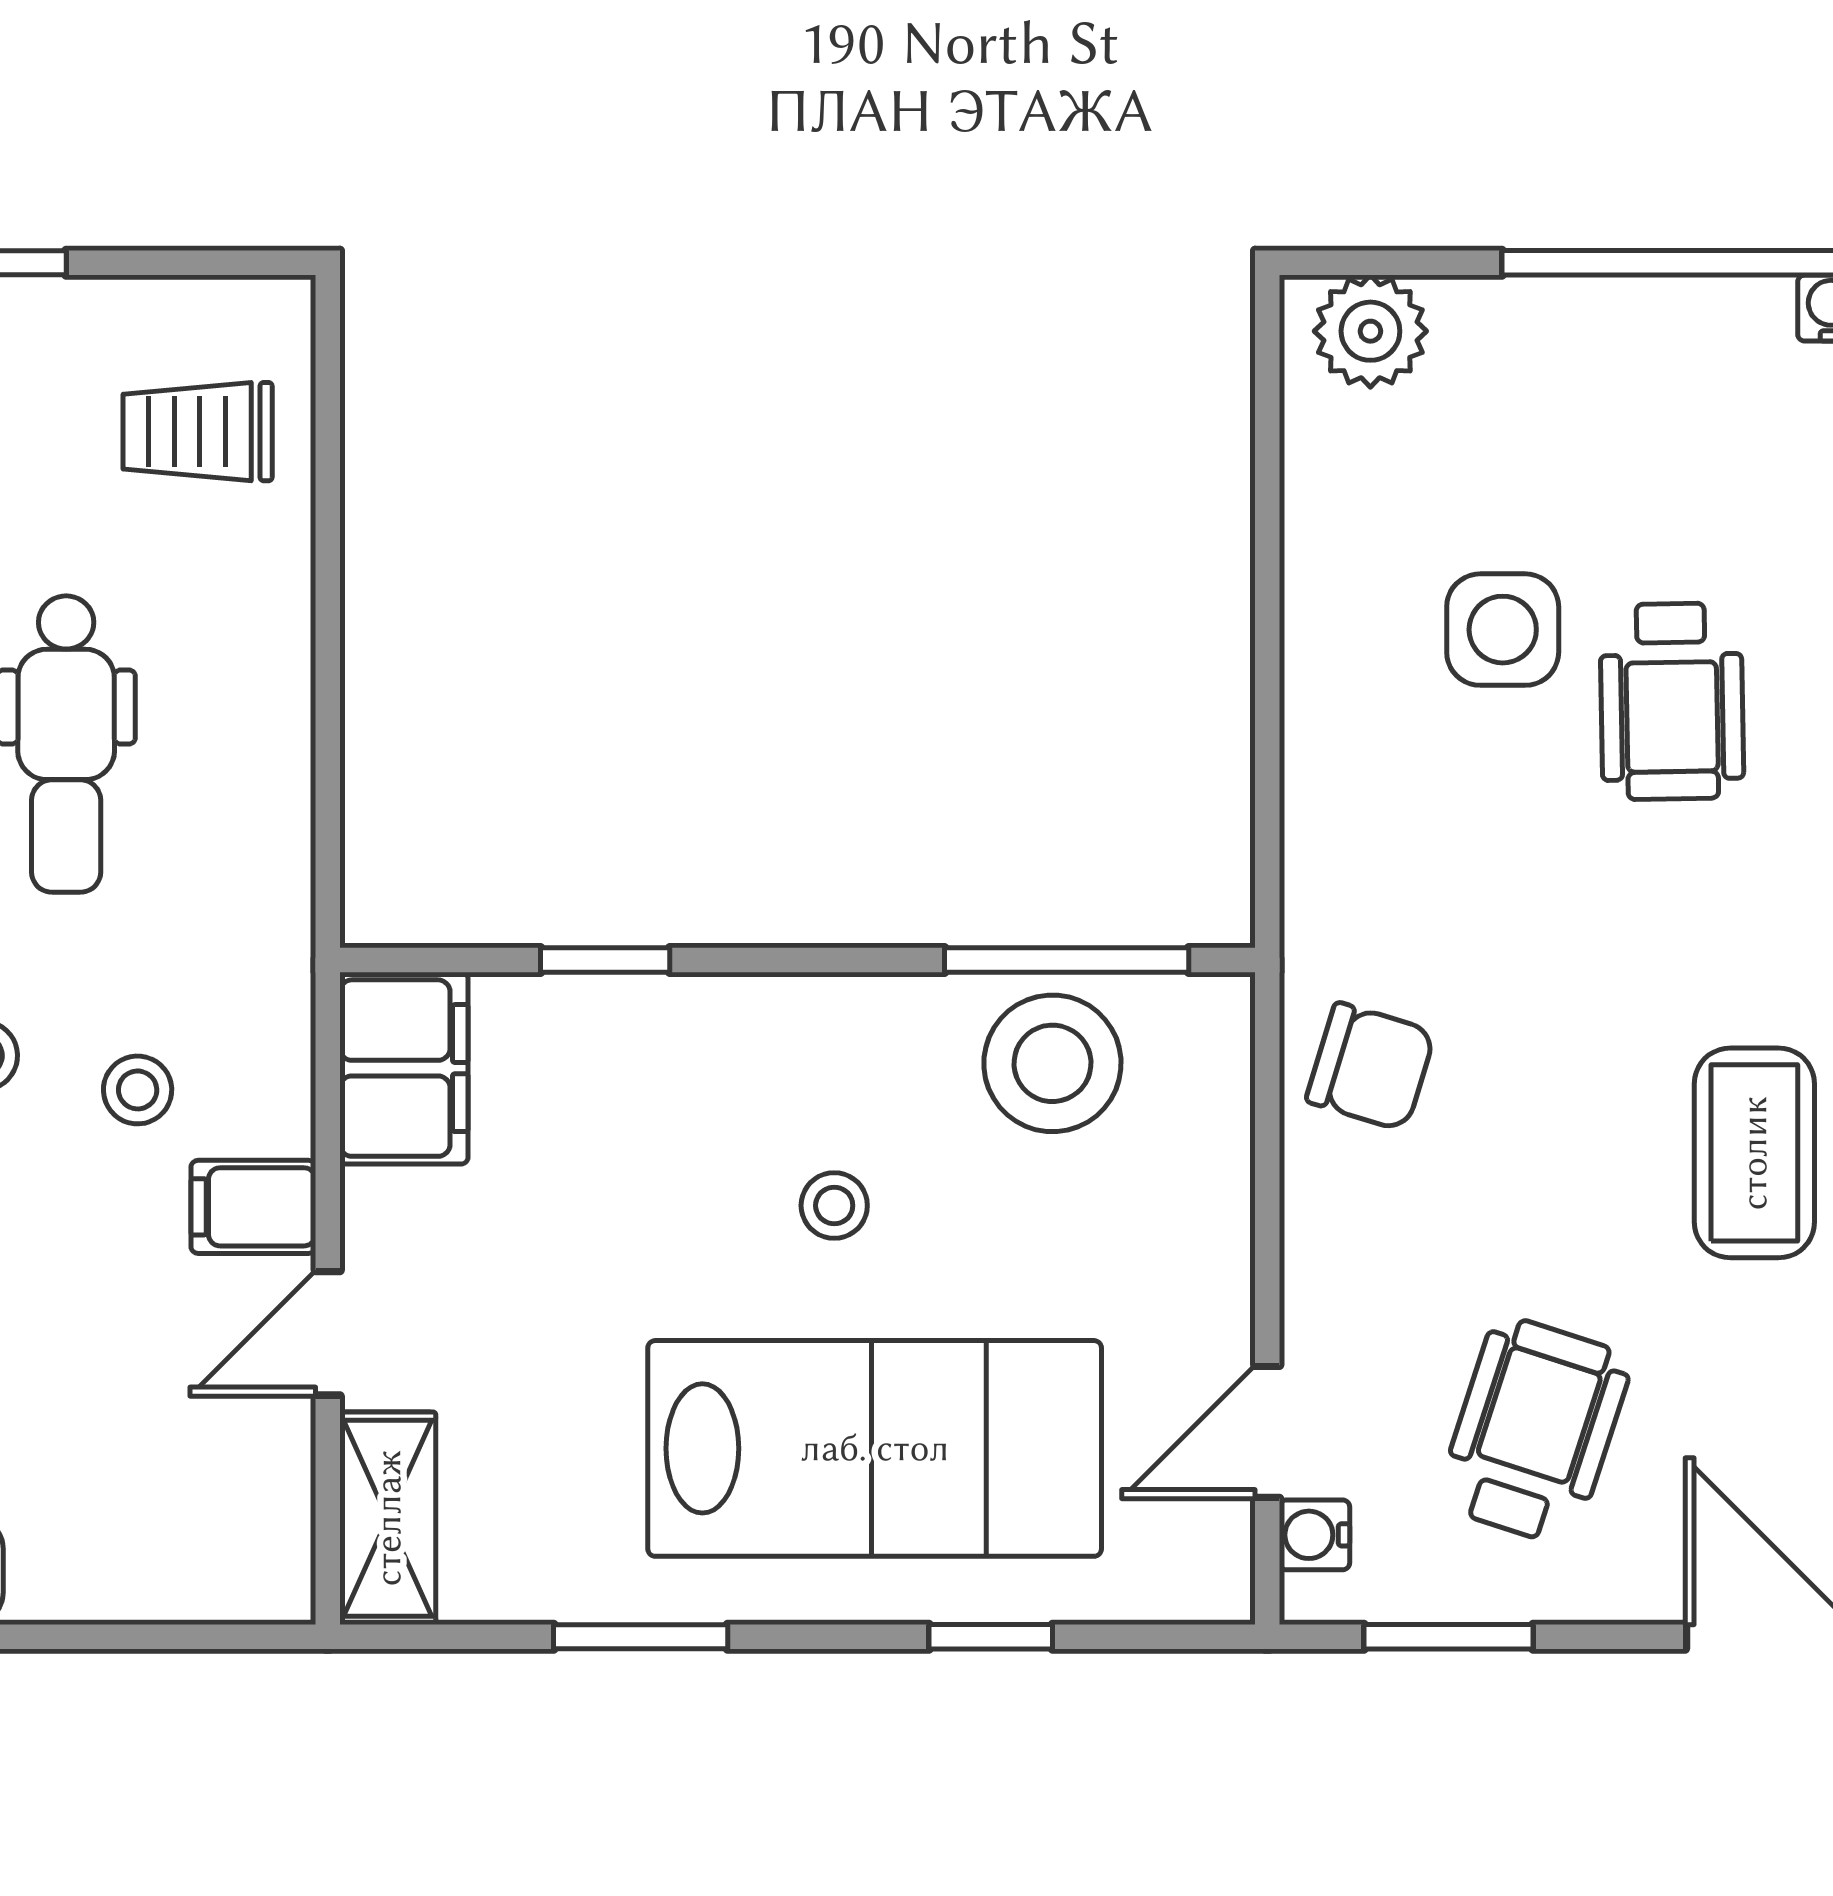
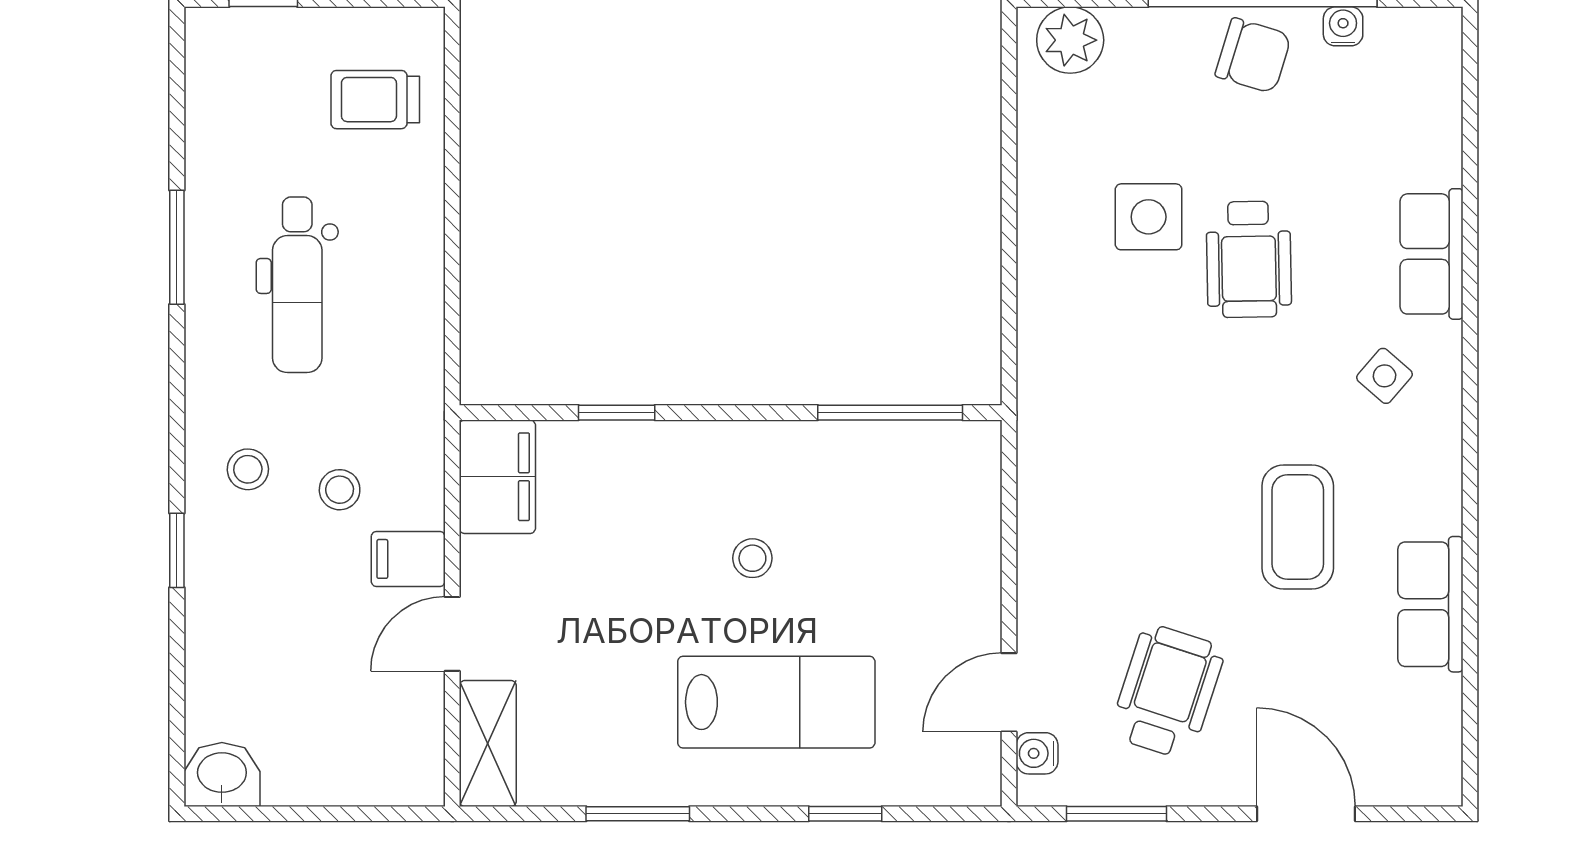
stool: (1052, 1063) -> (882, 474), removed
chair: (1371, 1067) -> (1253, 56), moved
lab bench: (875, 1448) -> (776, 702), width x0.73, depth x0.72

